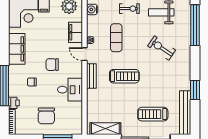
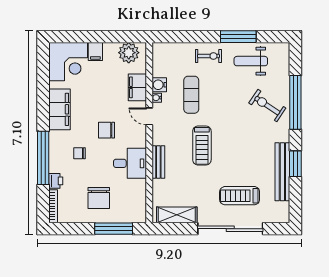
water cooler: (92, 9) -> (159, 85), moved
window: (195, 25) -> (295, 102), moved
exercise bike: (162, 48) -> (267, 106), moved
bench: (91, 76) -> (158, 162), moved
treadmill: (124, 76) -> (202, 145), turned 90
bench: (185, 113) -> (282, 172), moved

